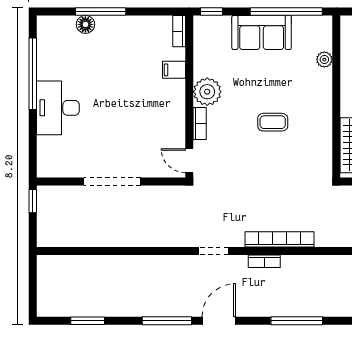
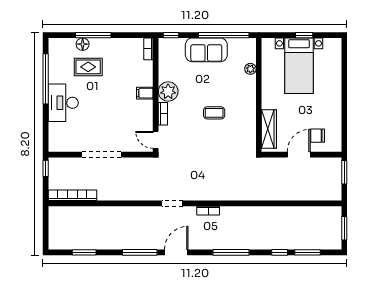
rug: (93, 57) -> (88, 67), added
filing cabinet: (174, 70) -> (145, 93), moved
bookcase: (279, 239) -> (72, 195), moved

